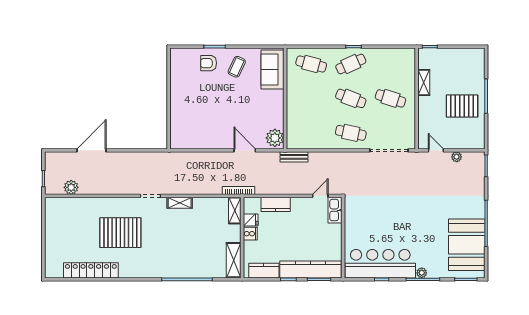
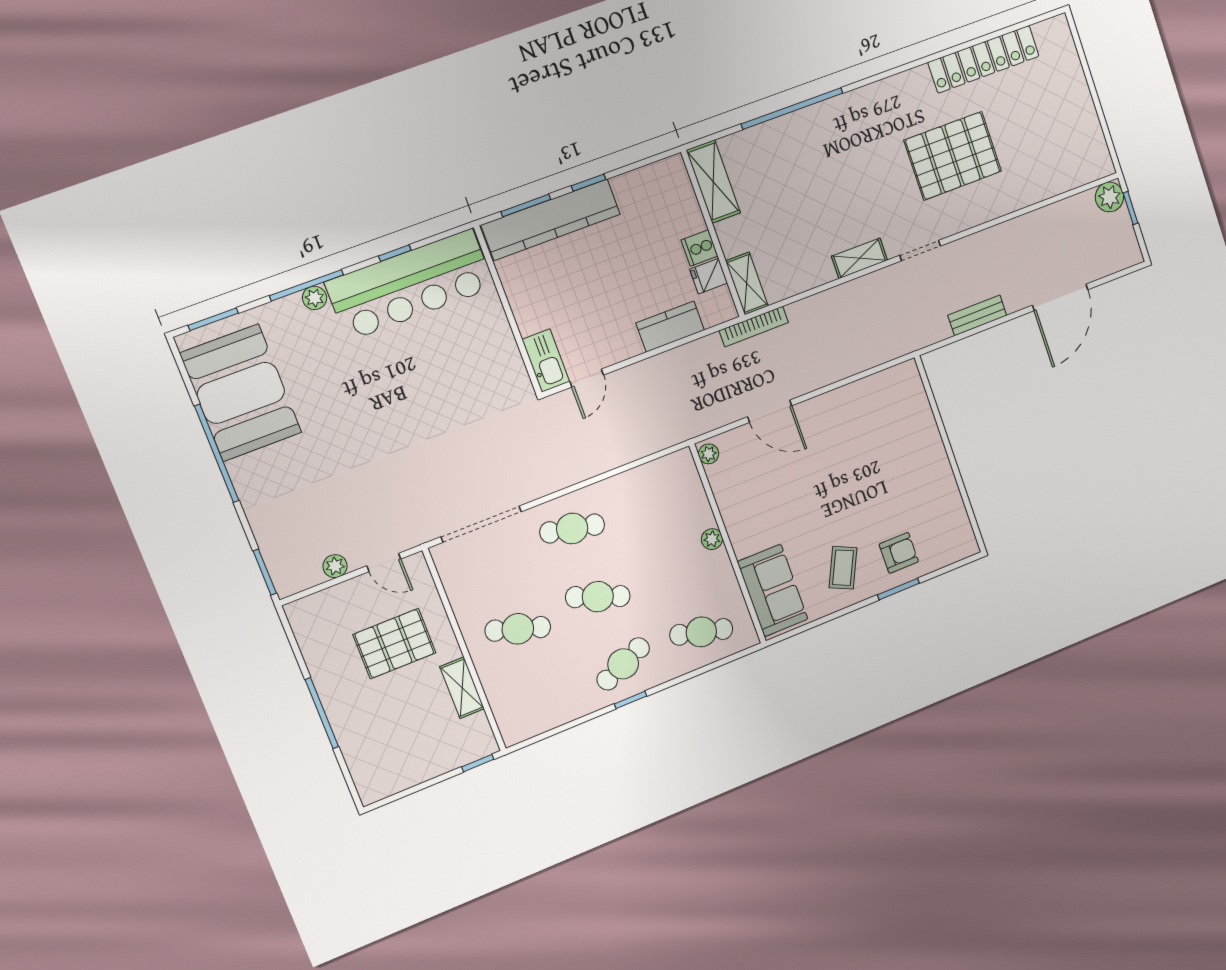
plant: (291, 104) -> (712, 539), added
pallet: (462, 106) -> (394, 644), moved
plant: (275, 138) -> (709, 454), width x0.53, depth x0.53
bench: (294, 157) -> (977, 315), moved
plant: (71, 187) -> (1109, 197), moved
kitchen counter: (264, 271) -> (645, 182), removed

